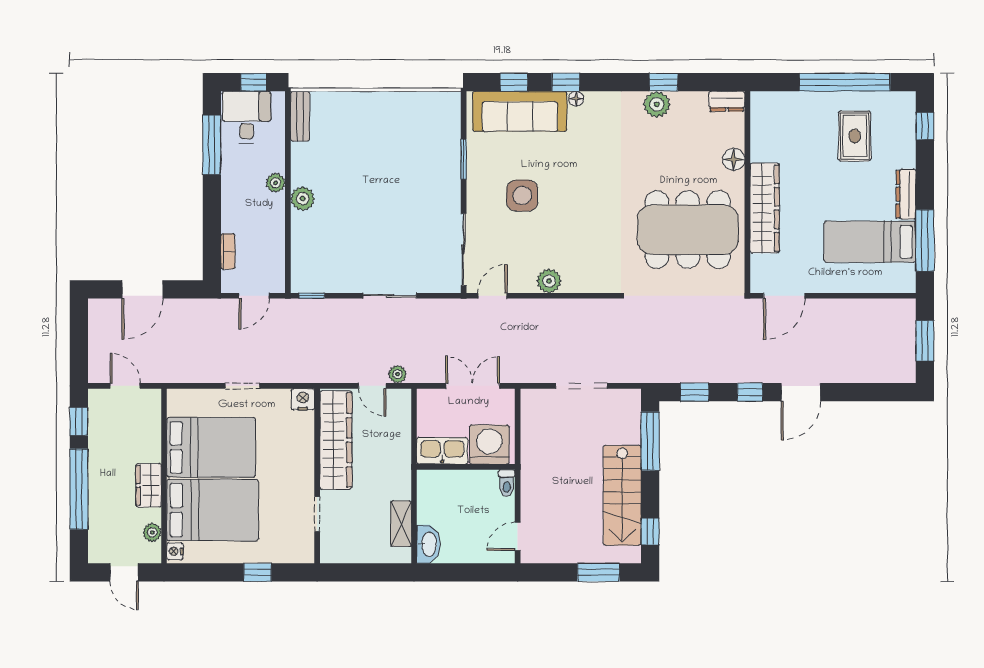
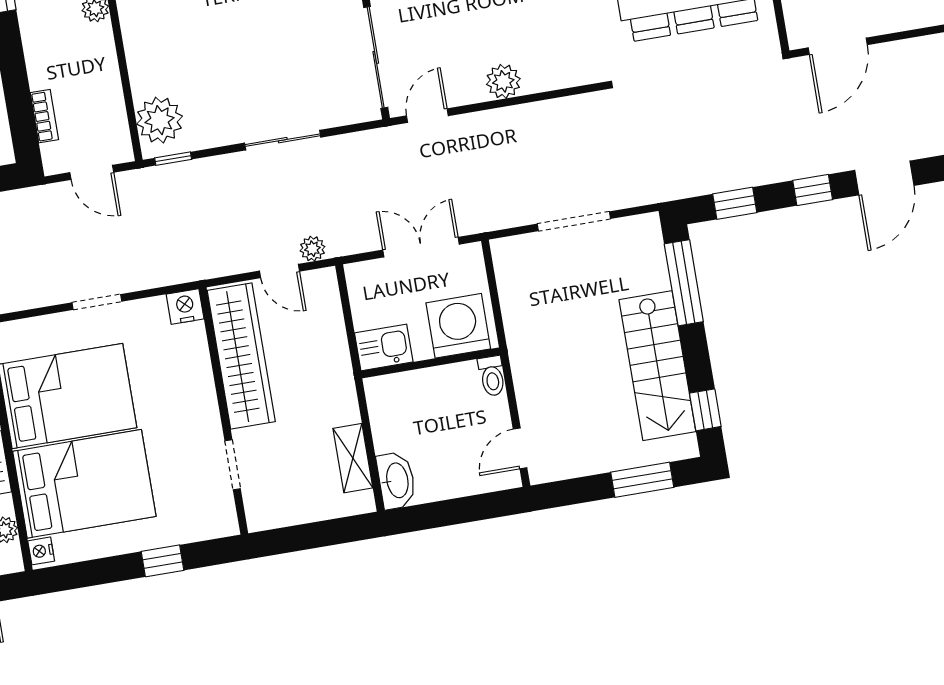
plant: (303, 199) -> (160, 120), moved, width x1.36, depth x1.36
door: (254, 296) -> (92, 172), hinge flipped
kitchen sink: (442, 451) -> (384, 347), width x0.73

